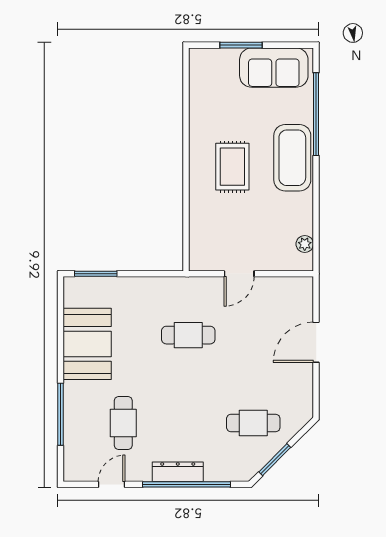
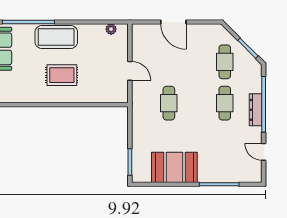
cafe table: (123, 423) -> (225, 103), moved, turned 90

